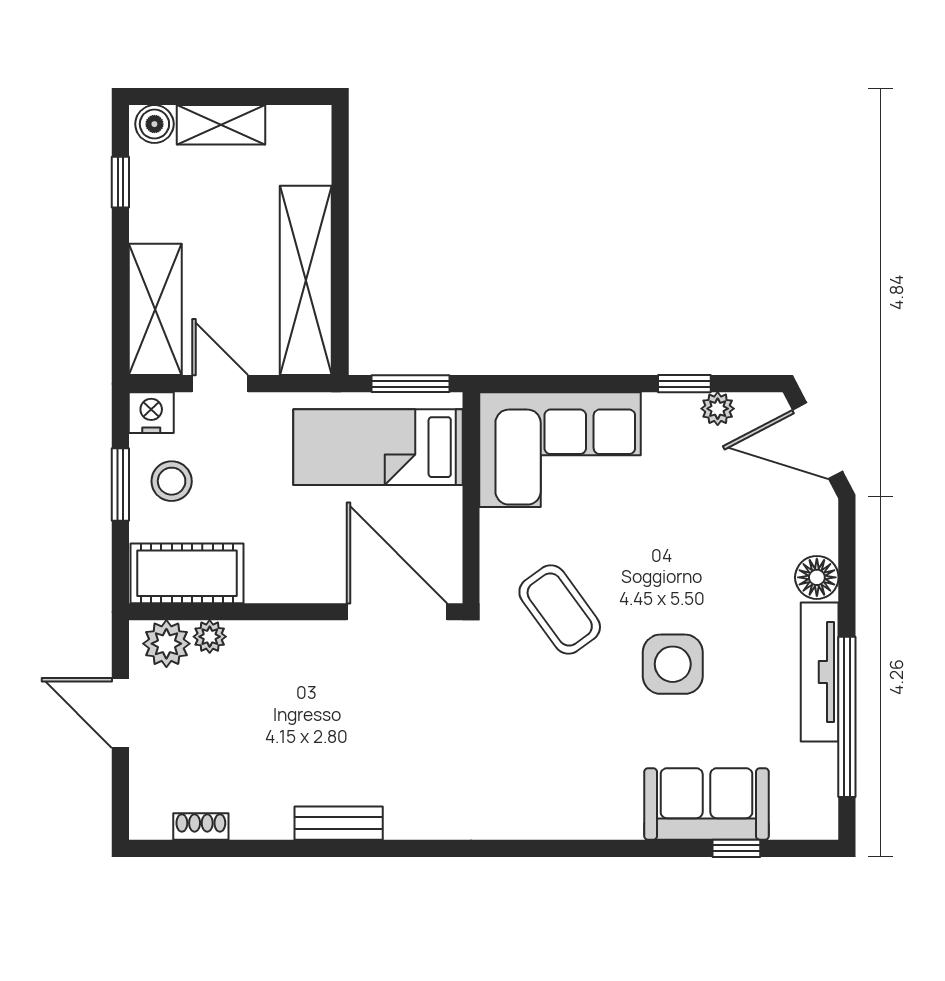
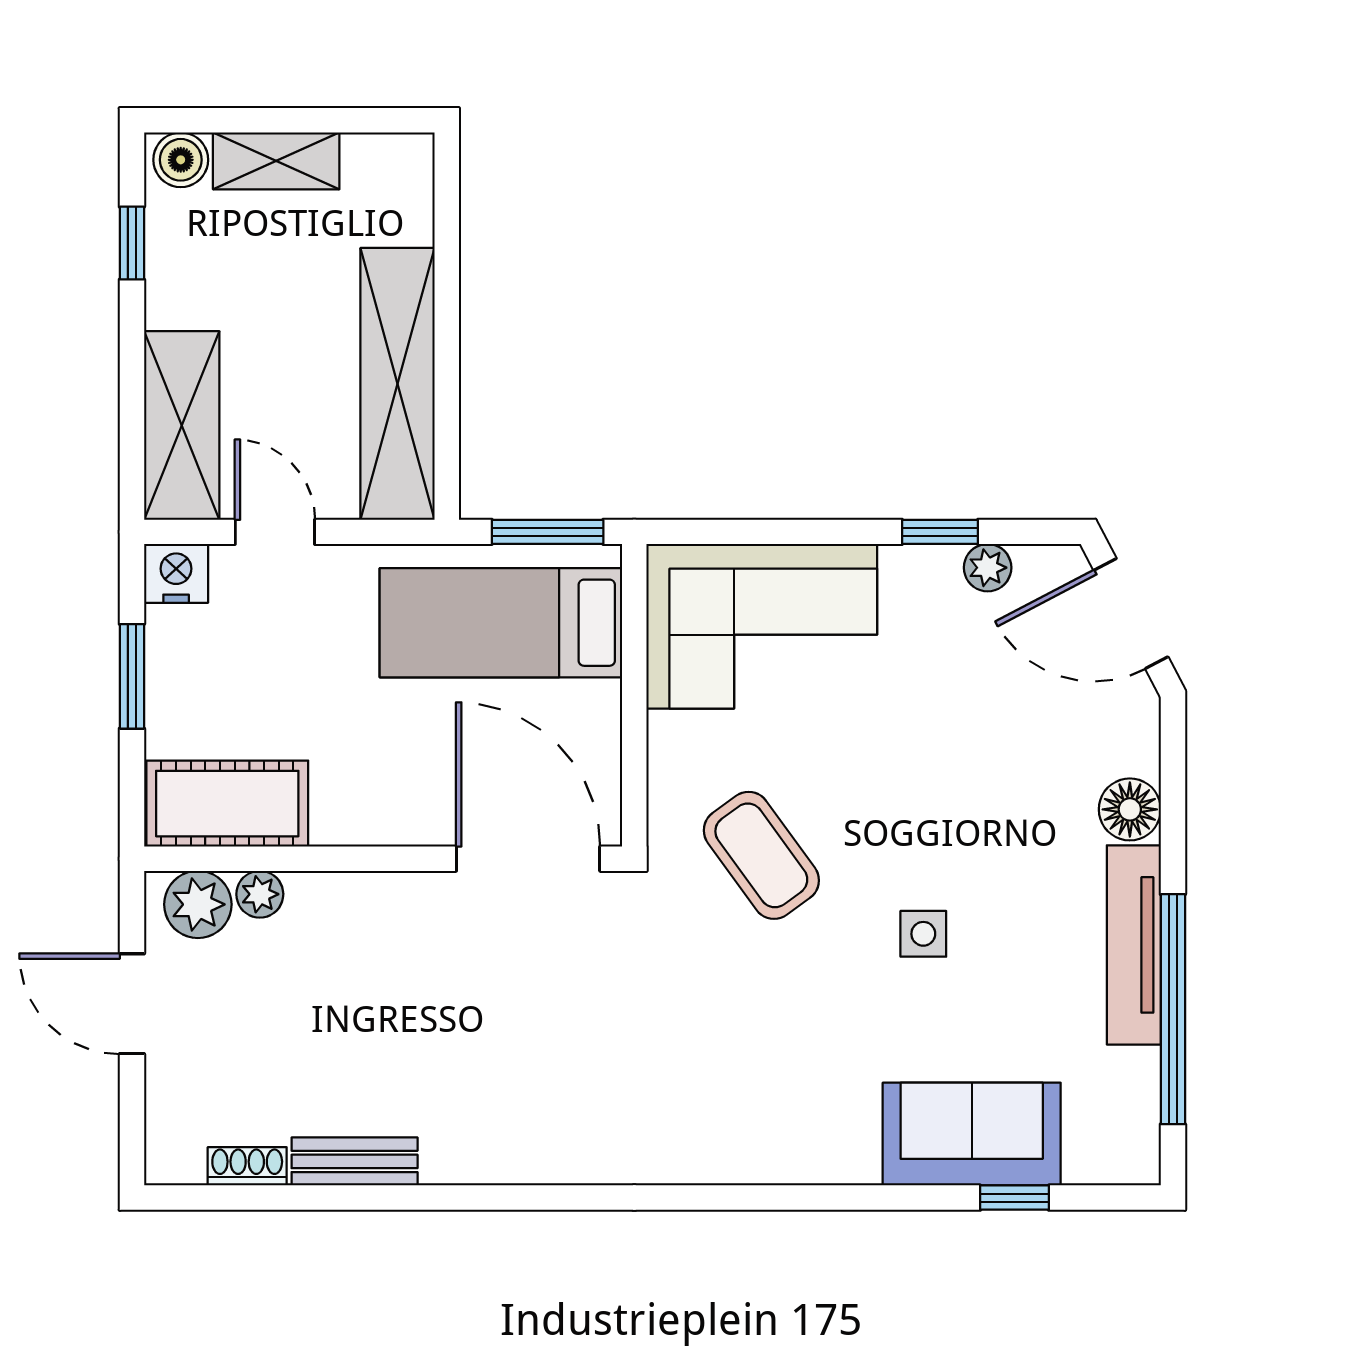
stool: (172, 481) -> (205, 672), removed
side table: (673, 664) -> (923, 934), width x0.54, depth x0.54
bench: (339, 823) -> (355, 1161), moved

